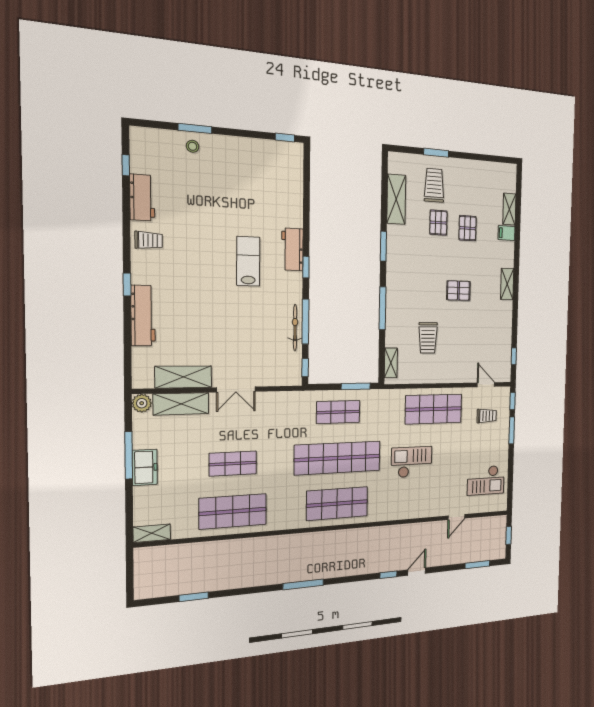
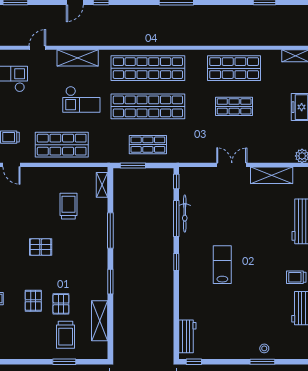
workbench: (292, 249) -> (187, 336), moved
lab bench: (248, 261) -> (222, 265), turned 180
shelving: (181, 404) -> (78, 58), moved
shop shelf: (337, 504) -> (148, 68), width x1.40

